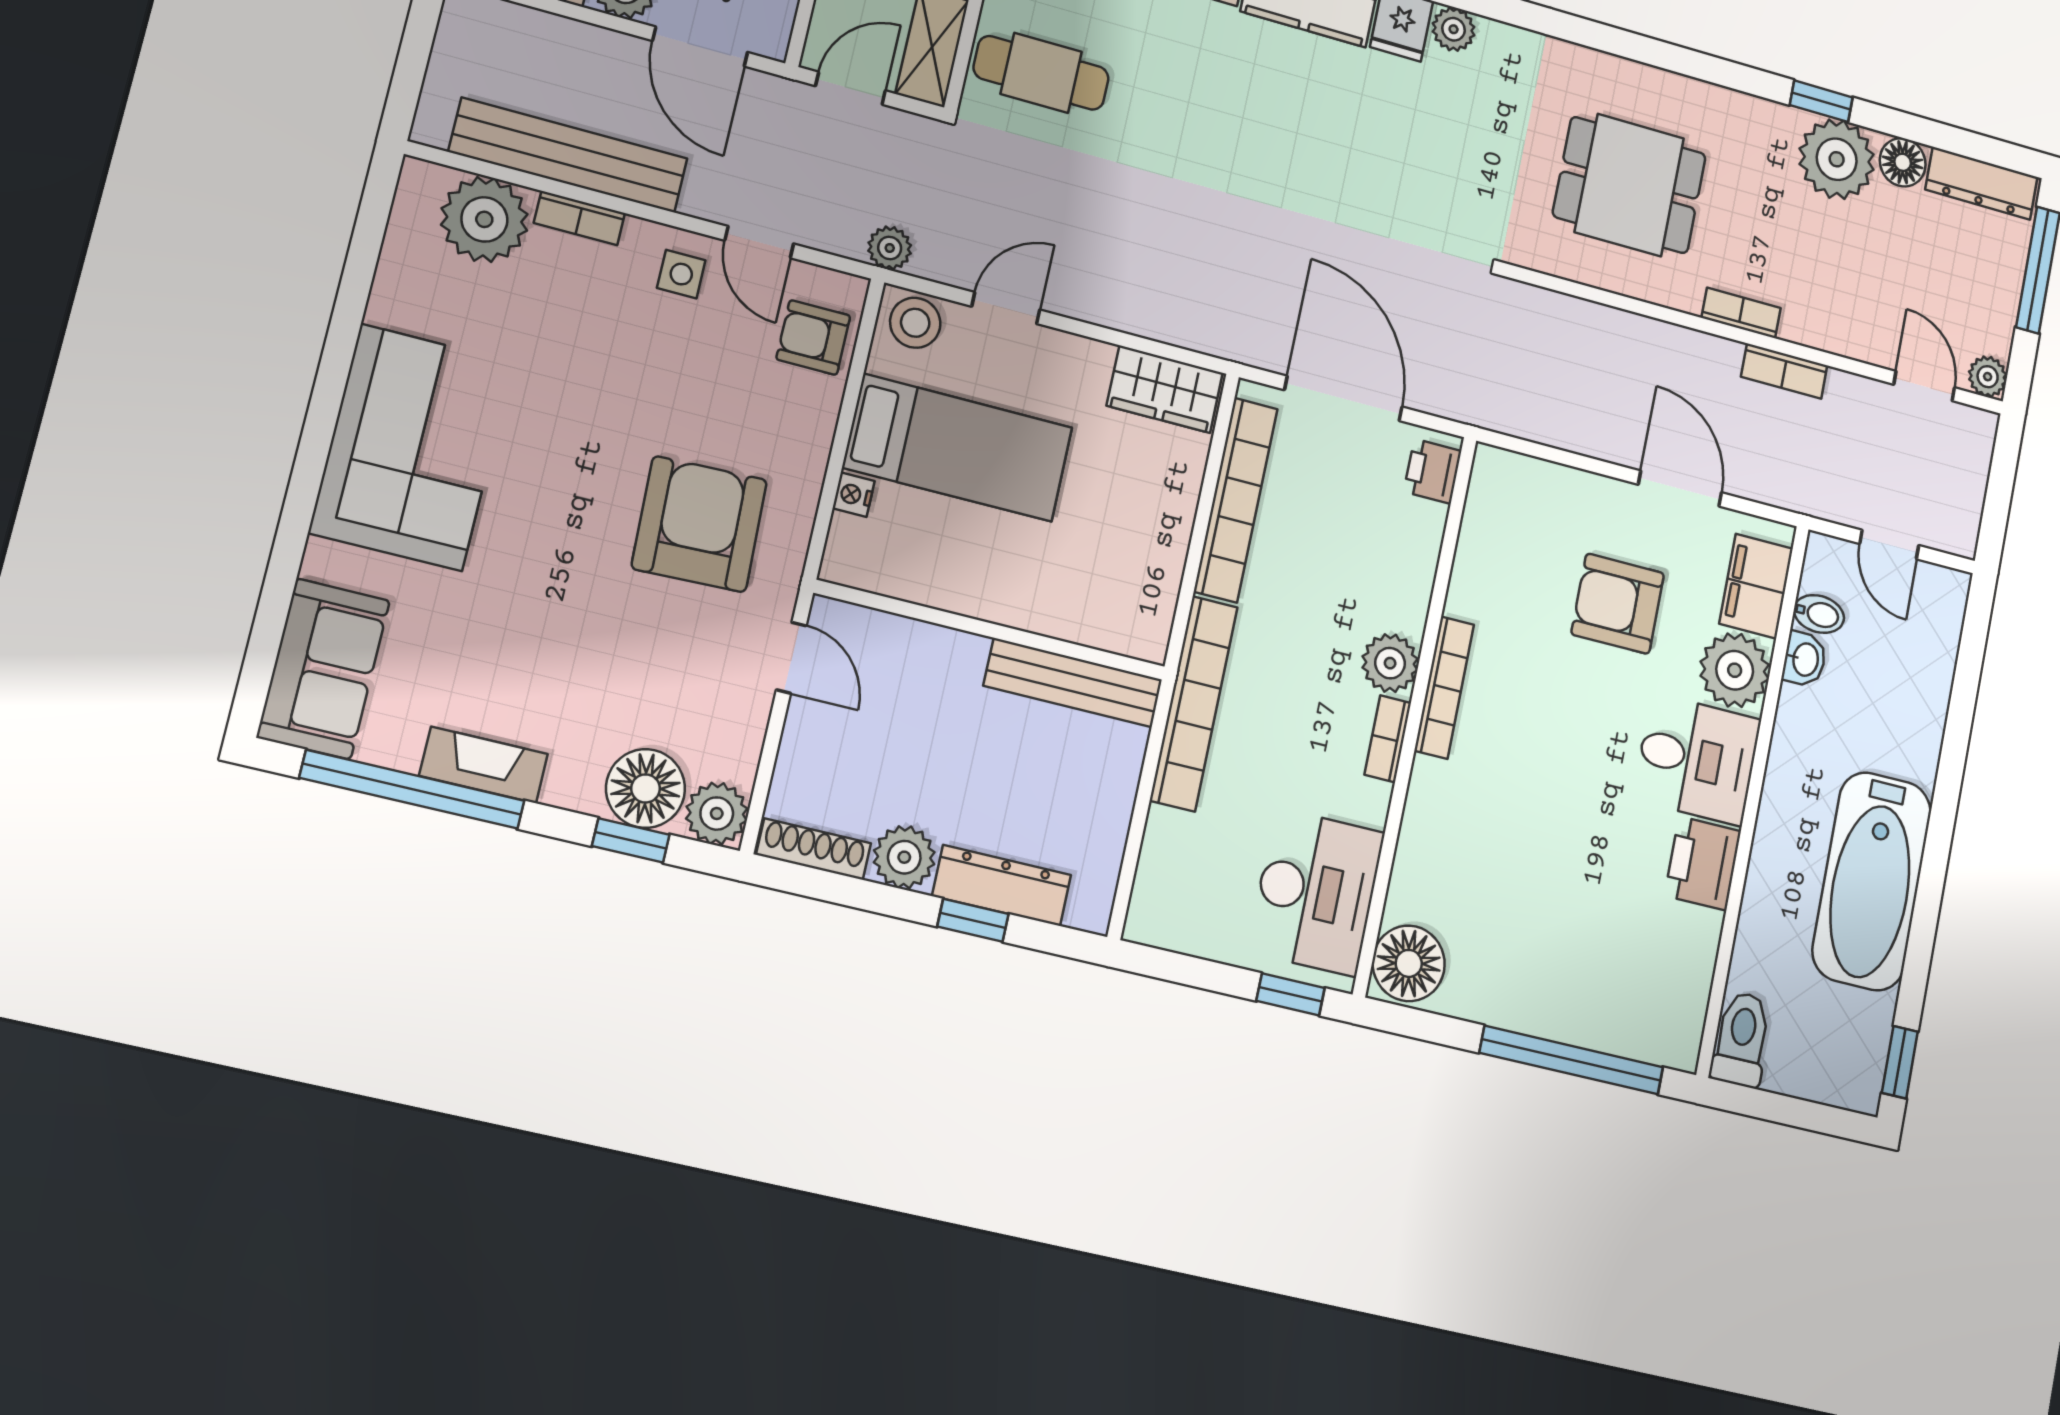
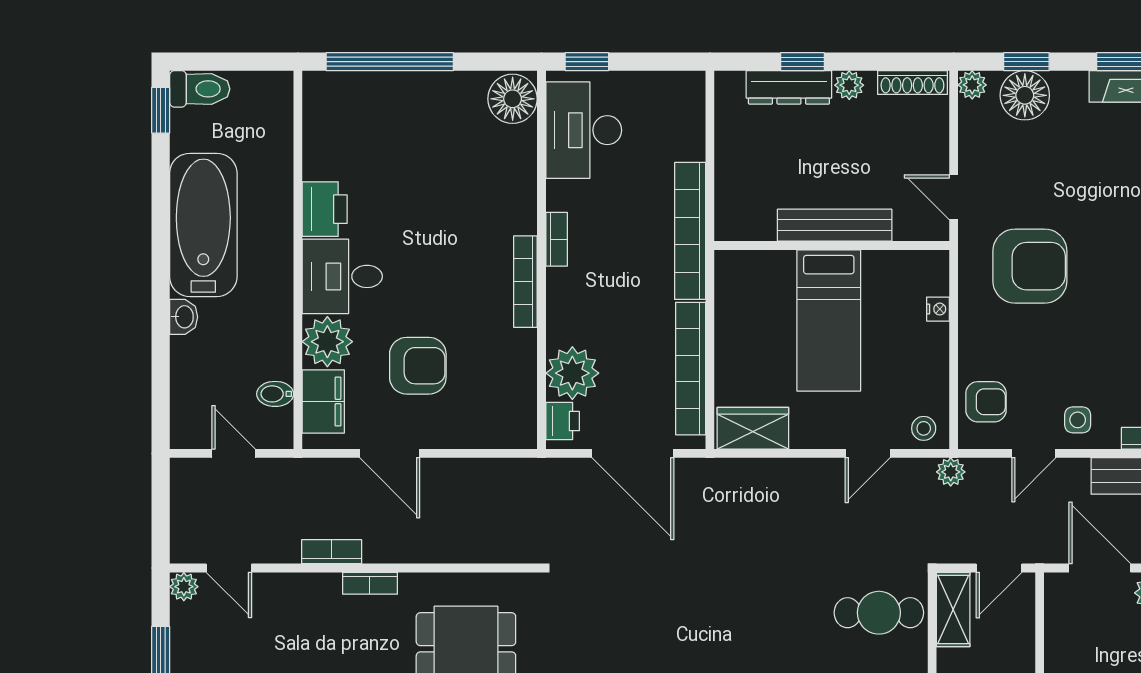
door: (759, 242) -> (1034, 453), swing flipped
stool: (915, 323) -> (924, 428), width x0.73, depth x0.73
bed: (958, 448) -> (829, 320), moved, turned -90
armchair: (699, 524) -> (1030, 266), turned -88
washbasin: (1805, 659) -> (184, 317), moved, turned 180
plant: (1390, 663) -> (572, 373), moved, width x1.36, depth x1.36
bench: (1073, 683) -> (835, 225), moved
plant: (717, 813) -> (972, 85), width x0.73, depth x0.73
plant: (904, 857) -> (849, 85), width x0.73, depth x0.73
toilet: (1741, 1039) -> (200, 89), moved, turned -90

